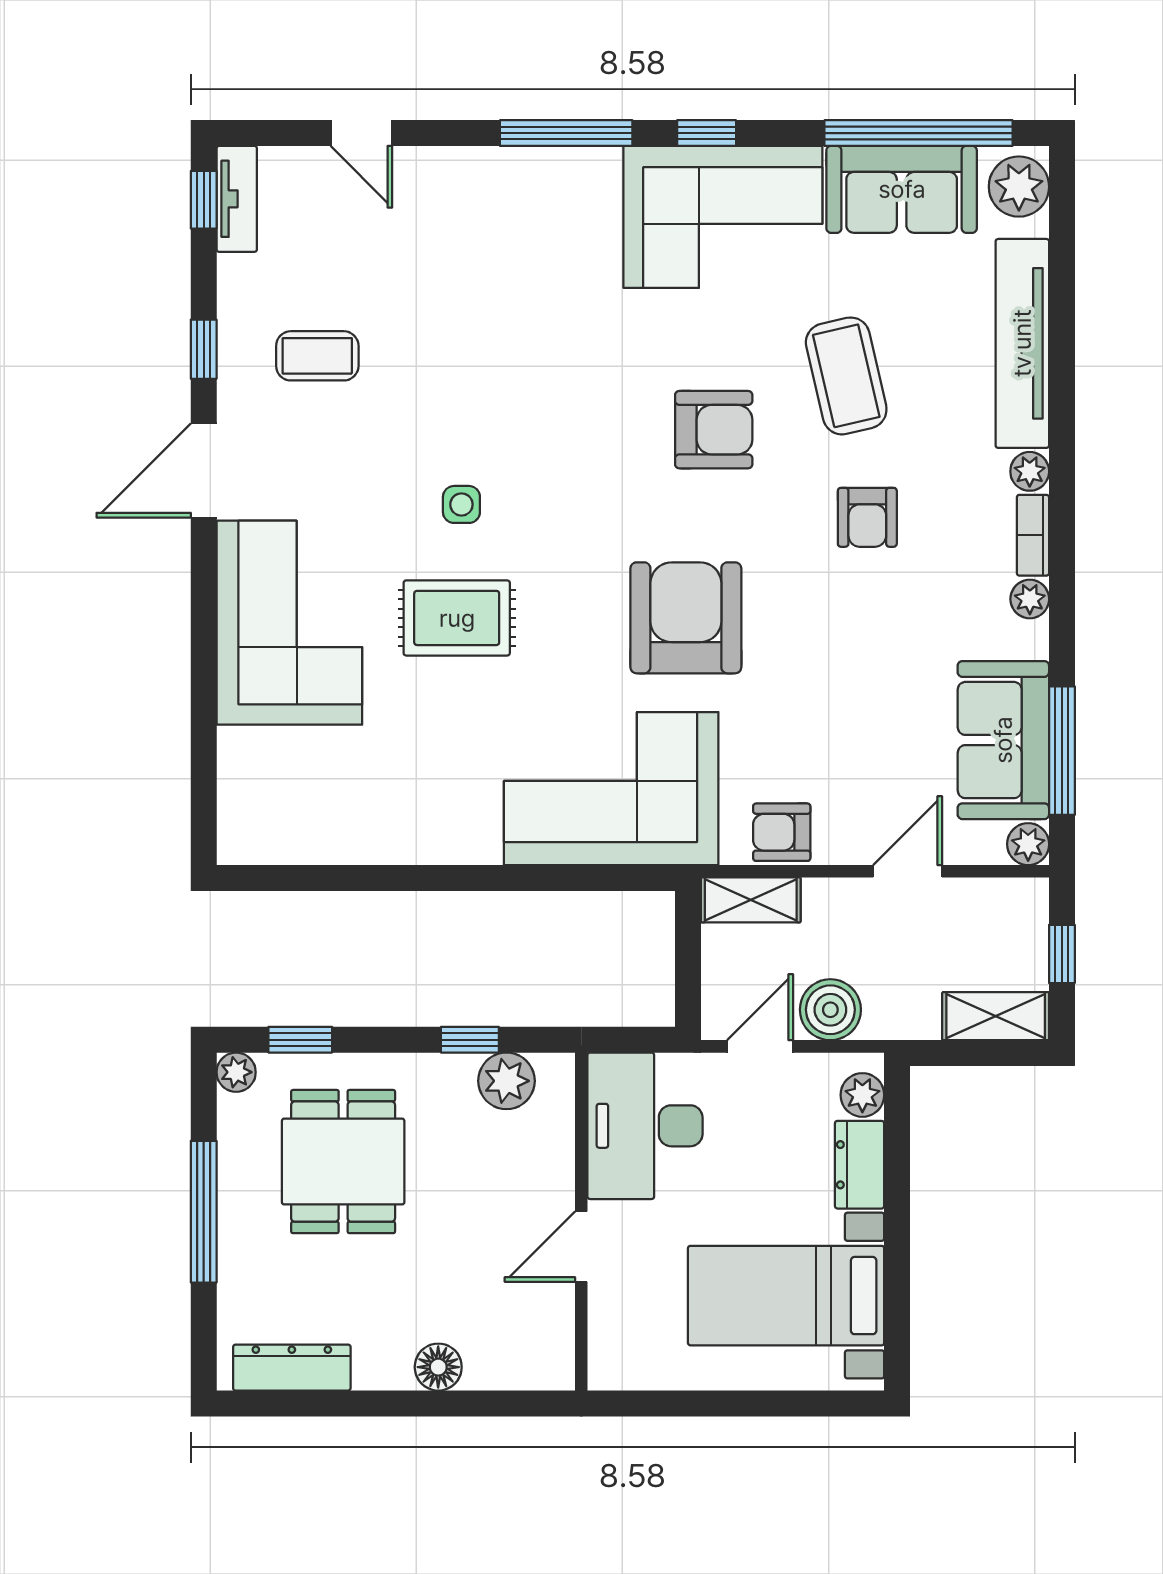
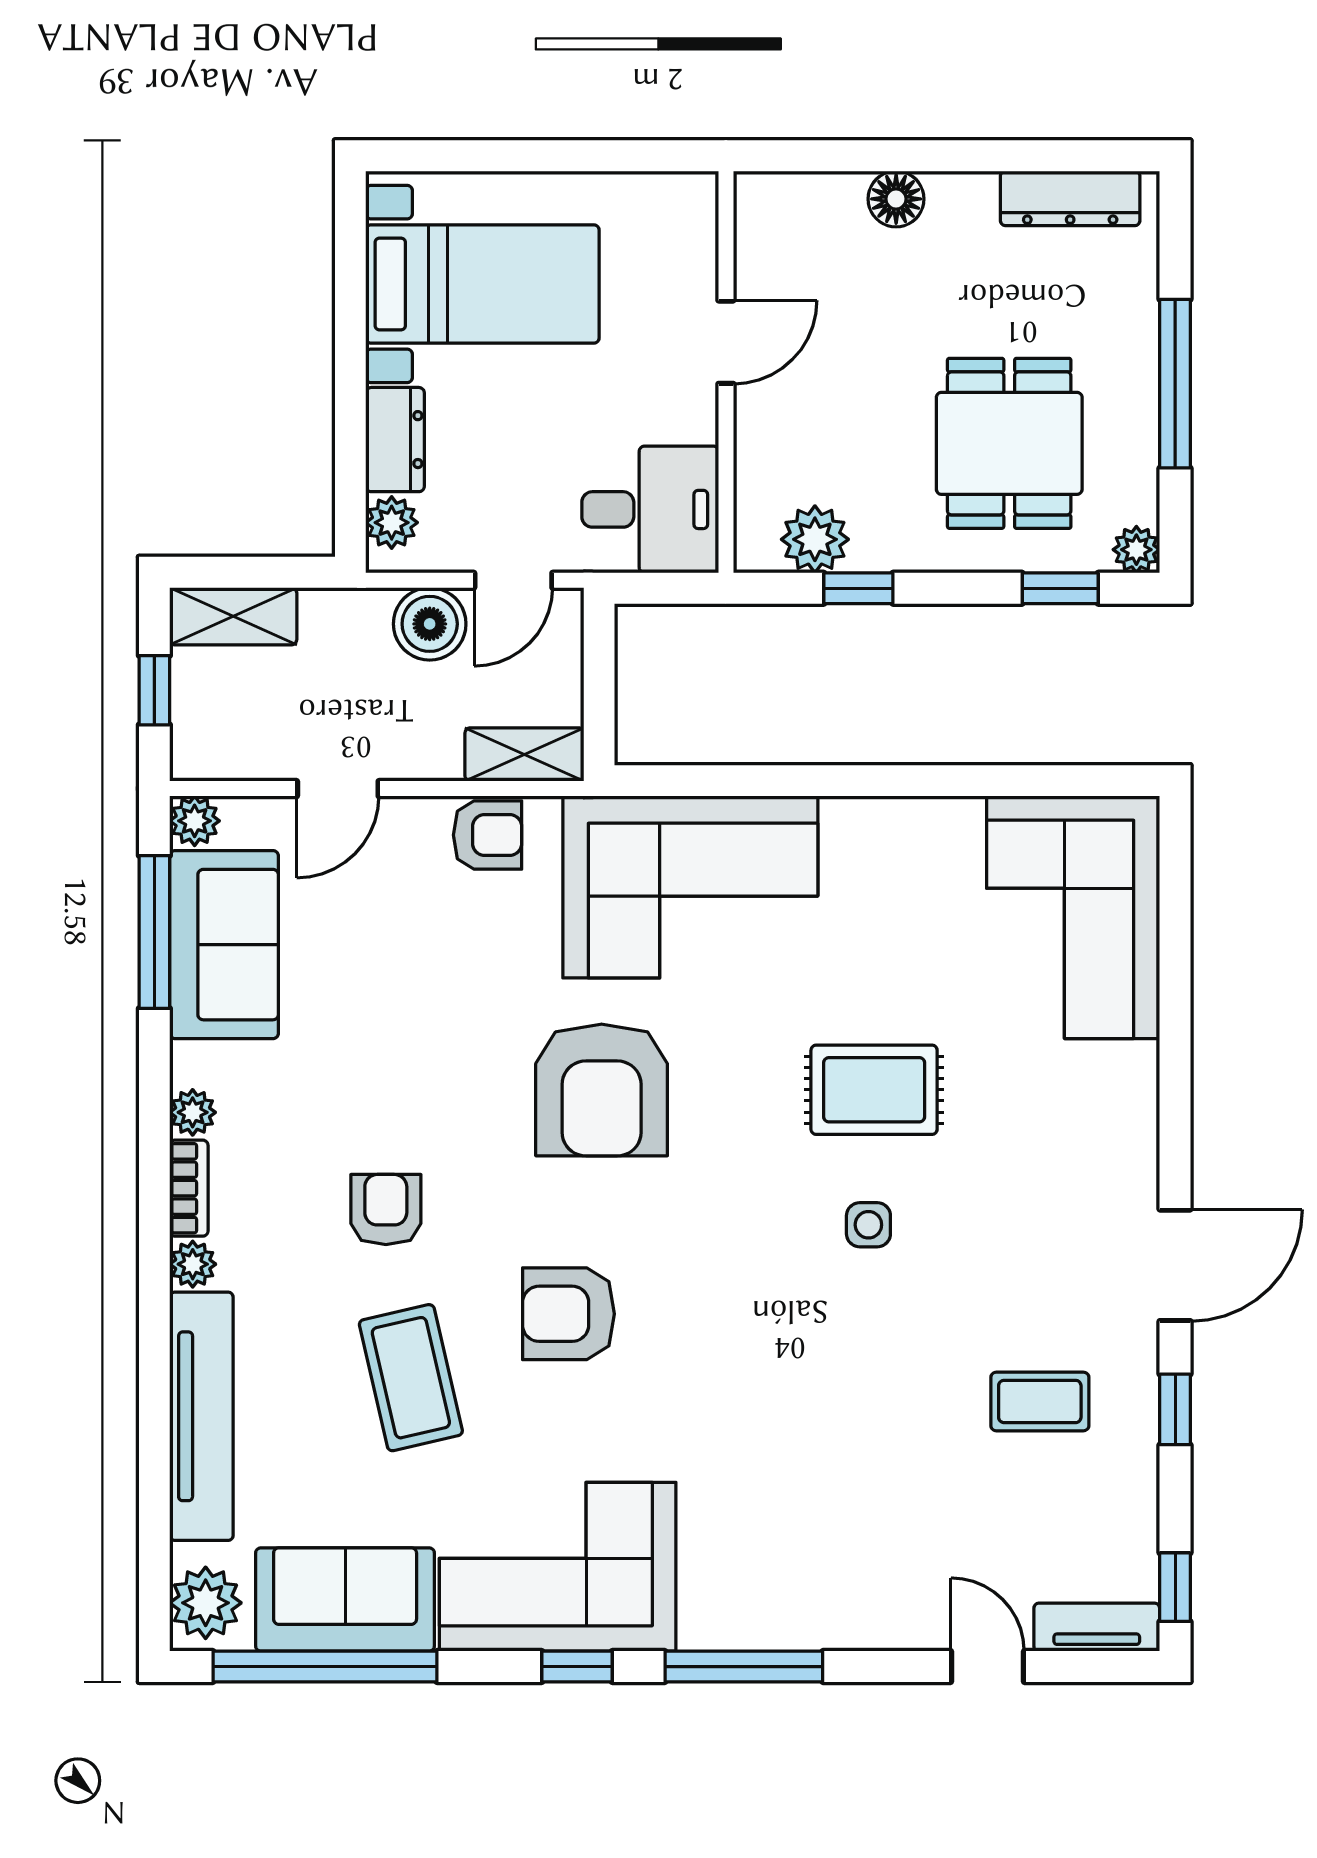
tv unit: (237, 199) -> (1097, 1627), moved, turned 90
corner sofa: (289, 623) -> (1073, 917), moved
desk: (645, 1126) -> (650, 509), width x0.73

